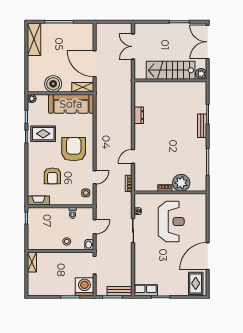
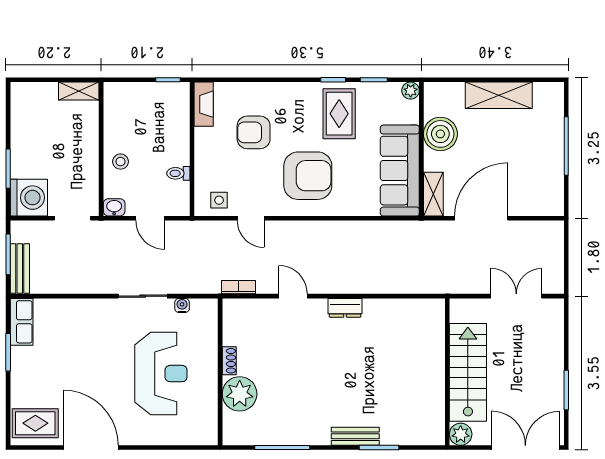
shelving: (34, 39) -> (499, 95), moved
dresser: (139, 115) -> (345, 308), moved
reception desk: (171, 222) -> (161, 374), turned -90

